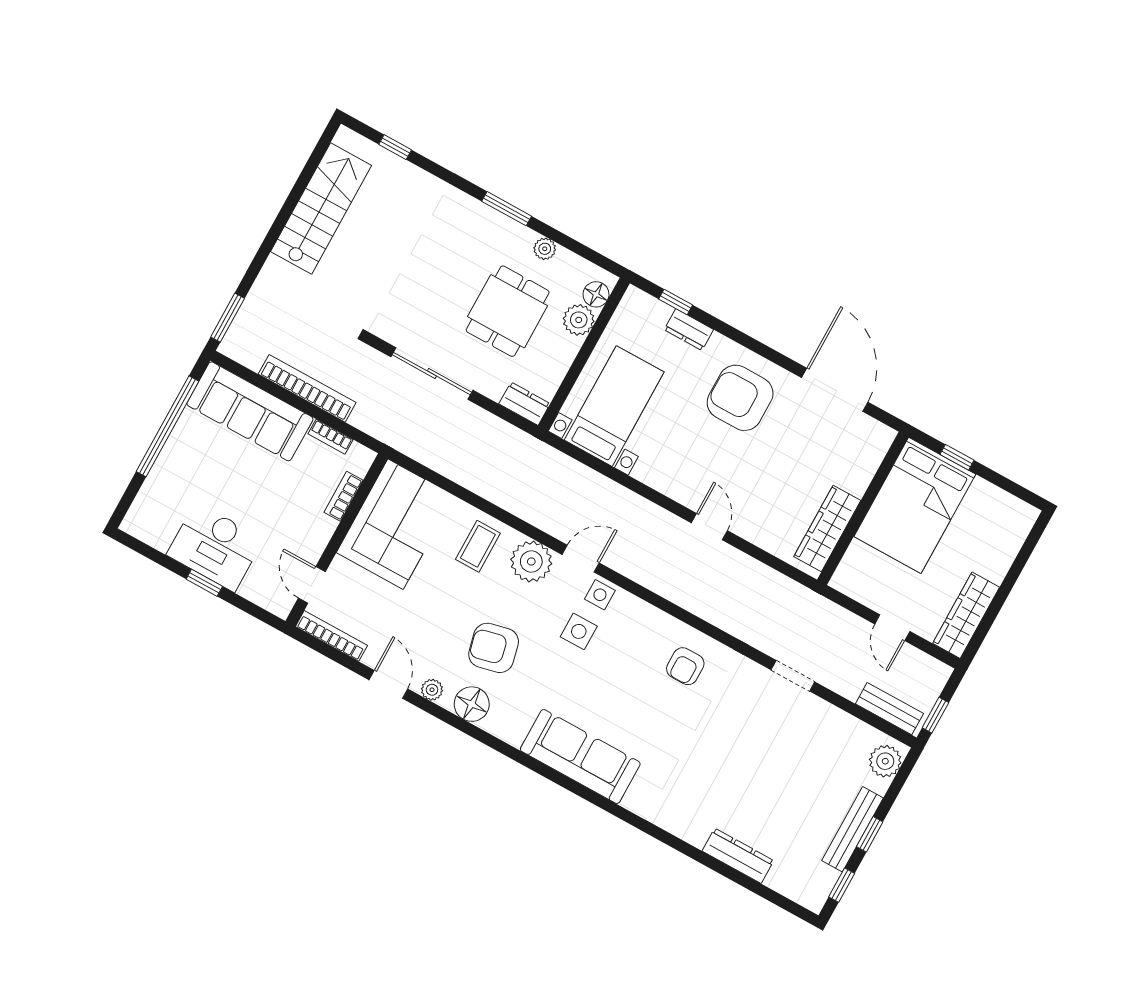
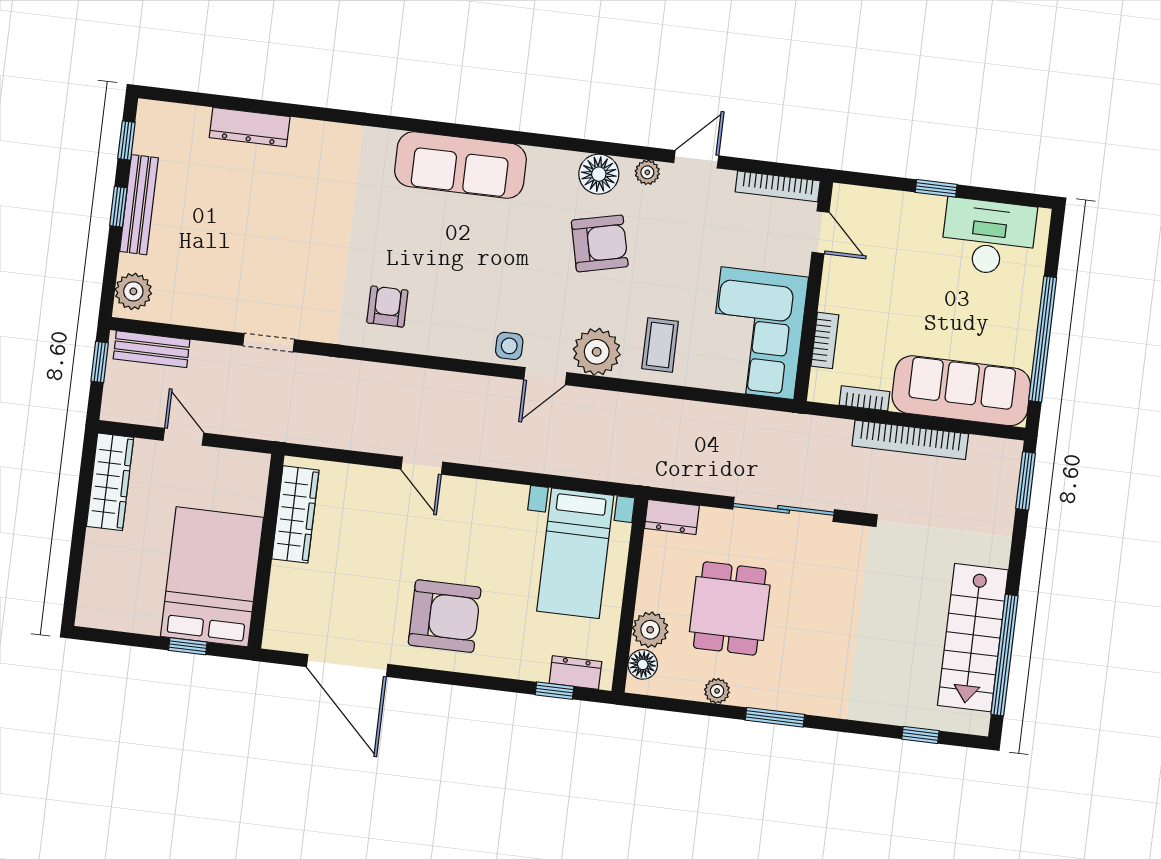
window: (301, 184) -> (1004, 655), added
dresser: (689, 330) -> (575, 673), moved
desk: (215, 547) -> (989, 237), moved
side table: (579, 631) -> (516, 298), removed
door: (388, 684) -> (696, 159), swing flipped

